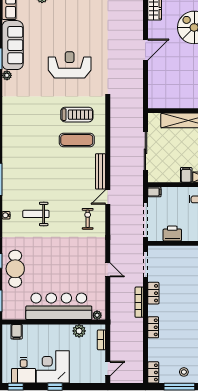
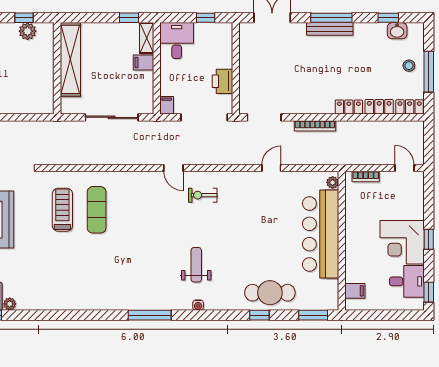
bench: (101, 171) -> (139, 178), removed
weight bench: (36, 214) -> (196, 265), turned 180
locker: (153, 293) -> (379, 107), moved
plant: (79, 331) -> (354, 207), removed

